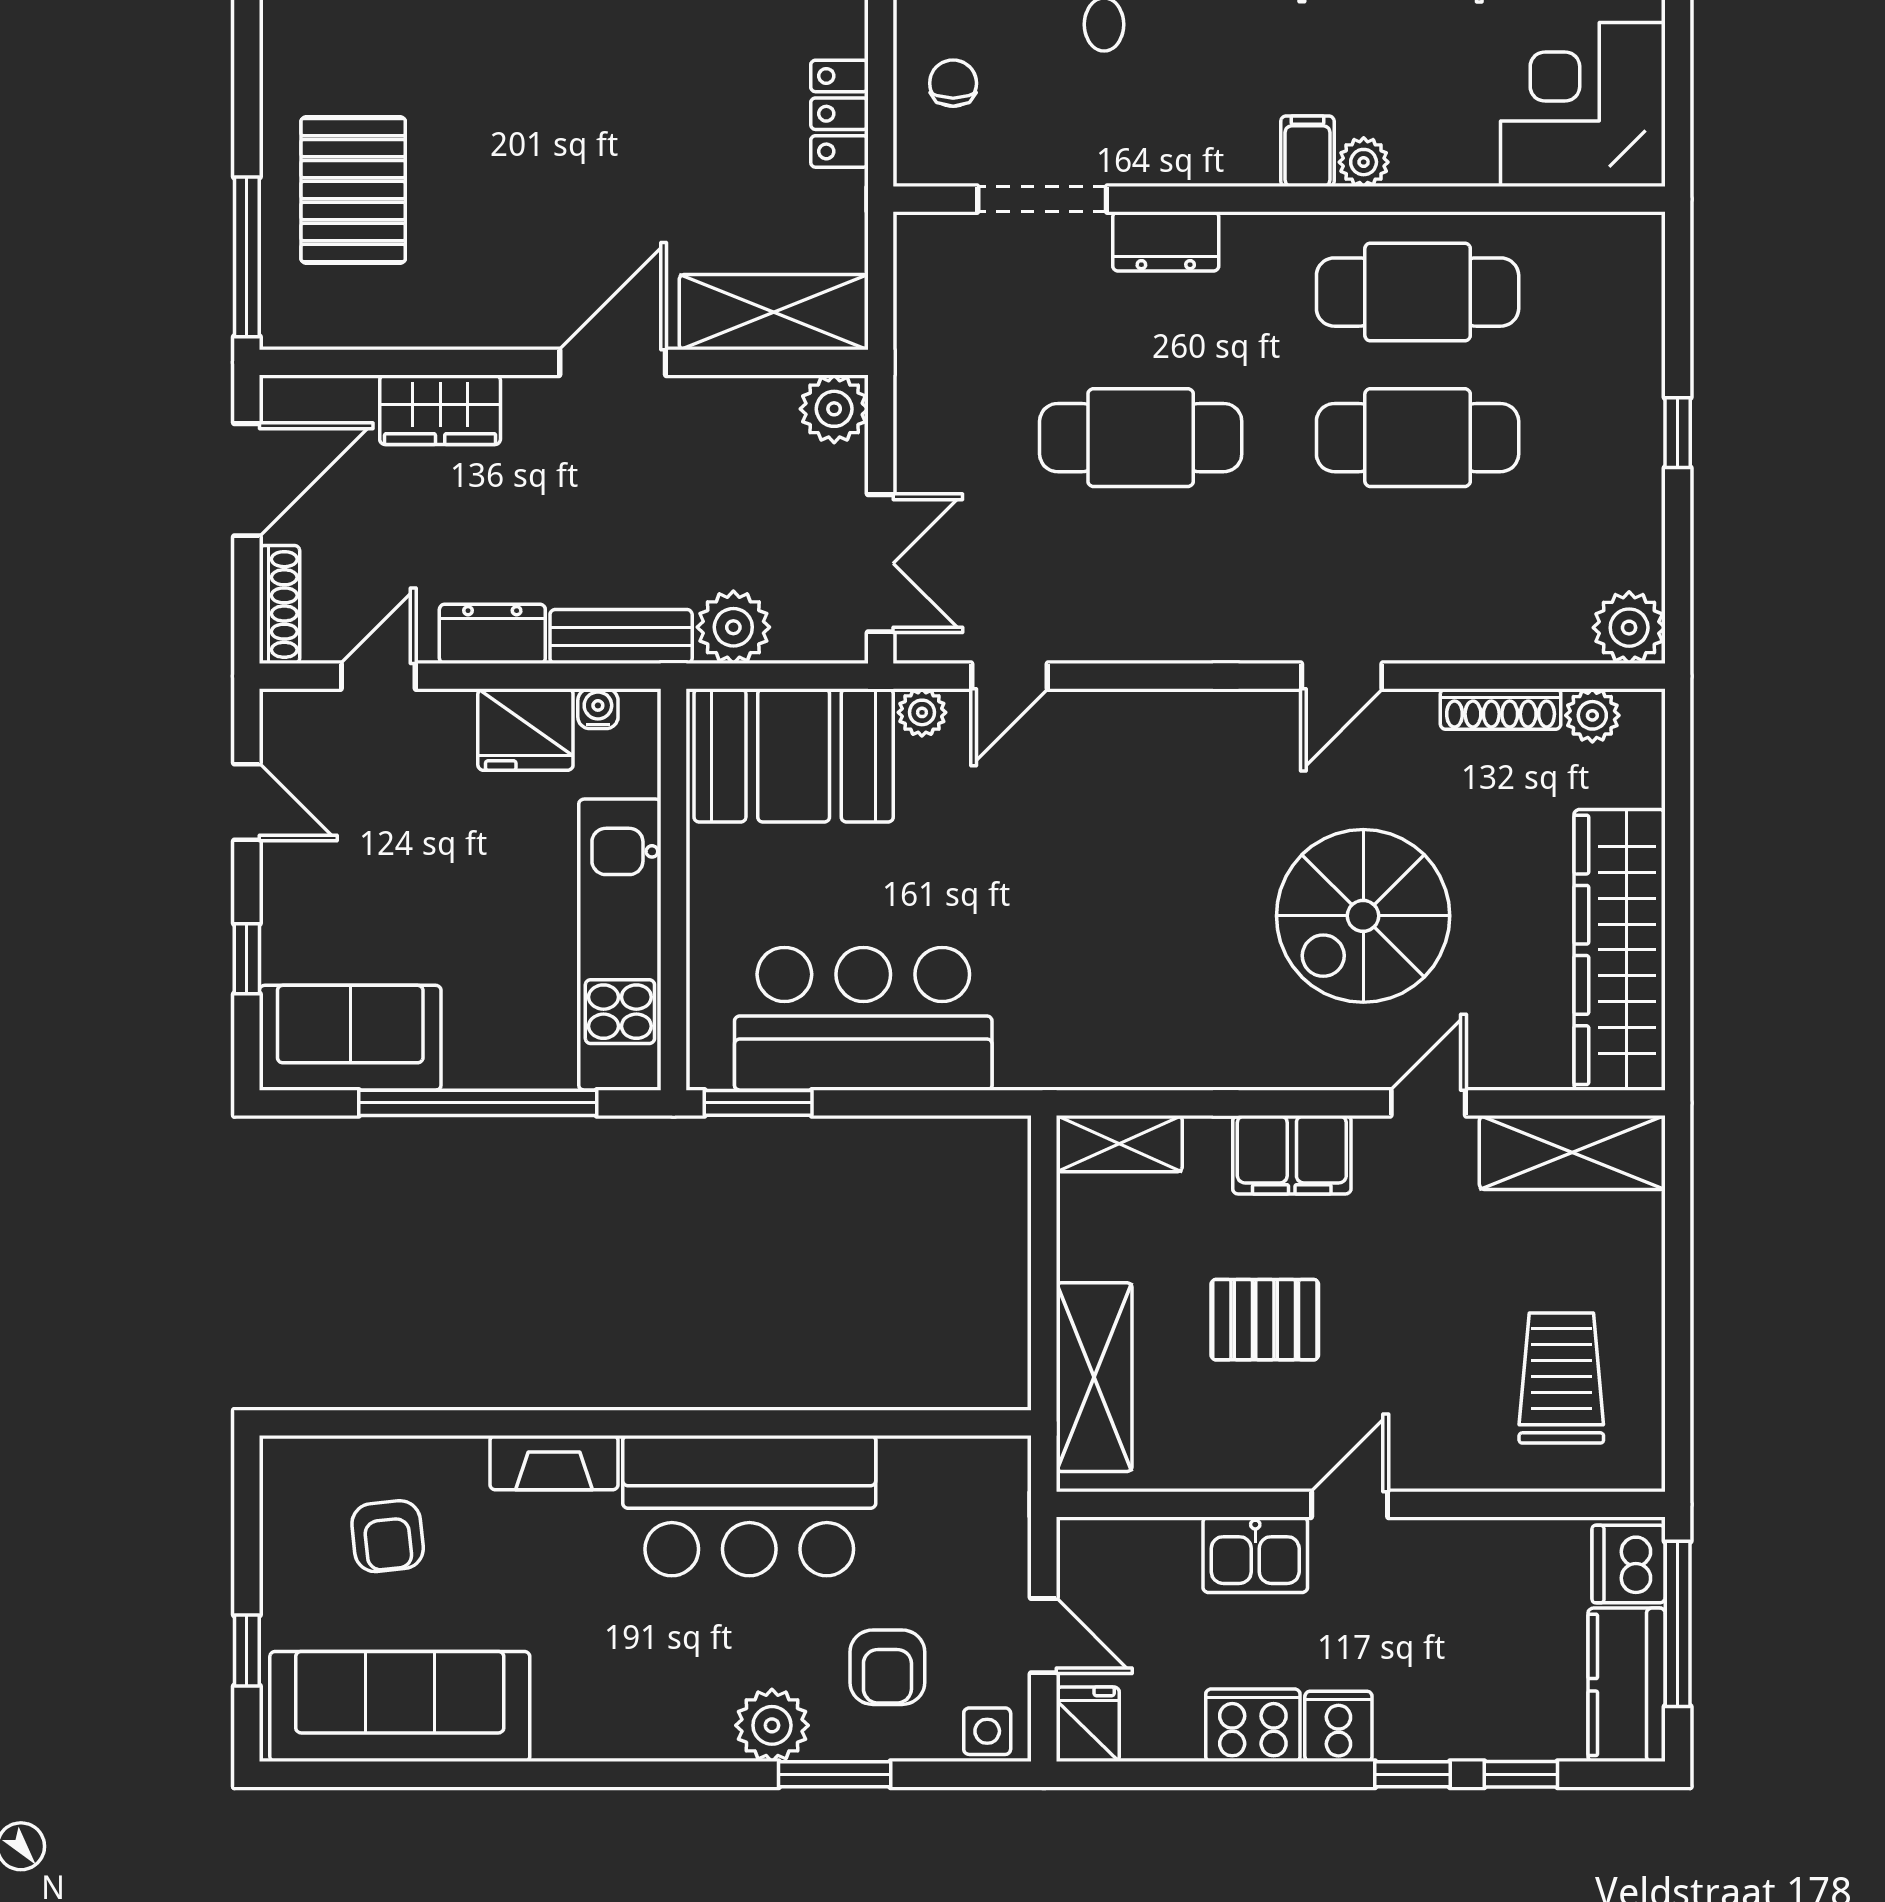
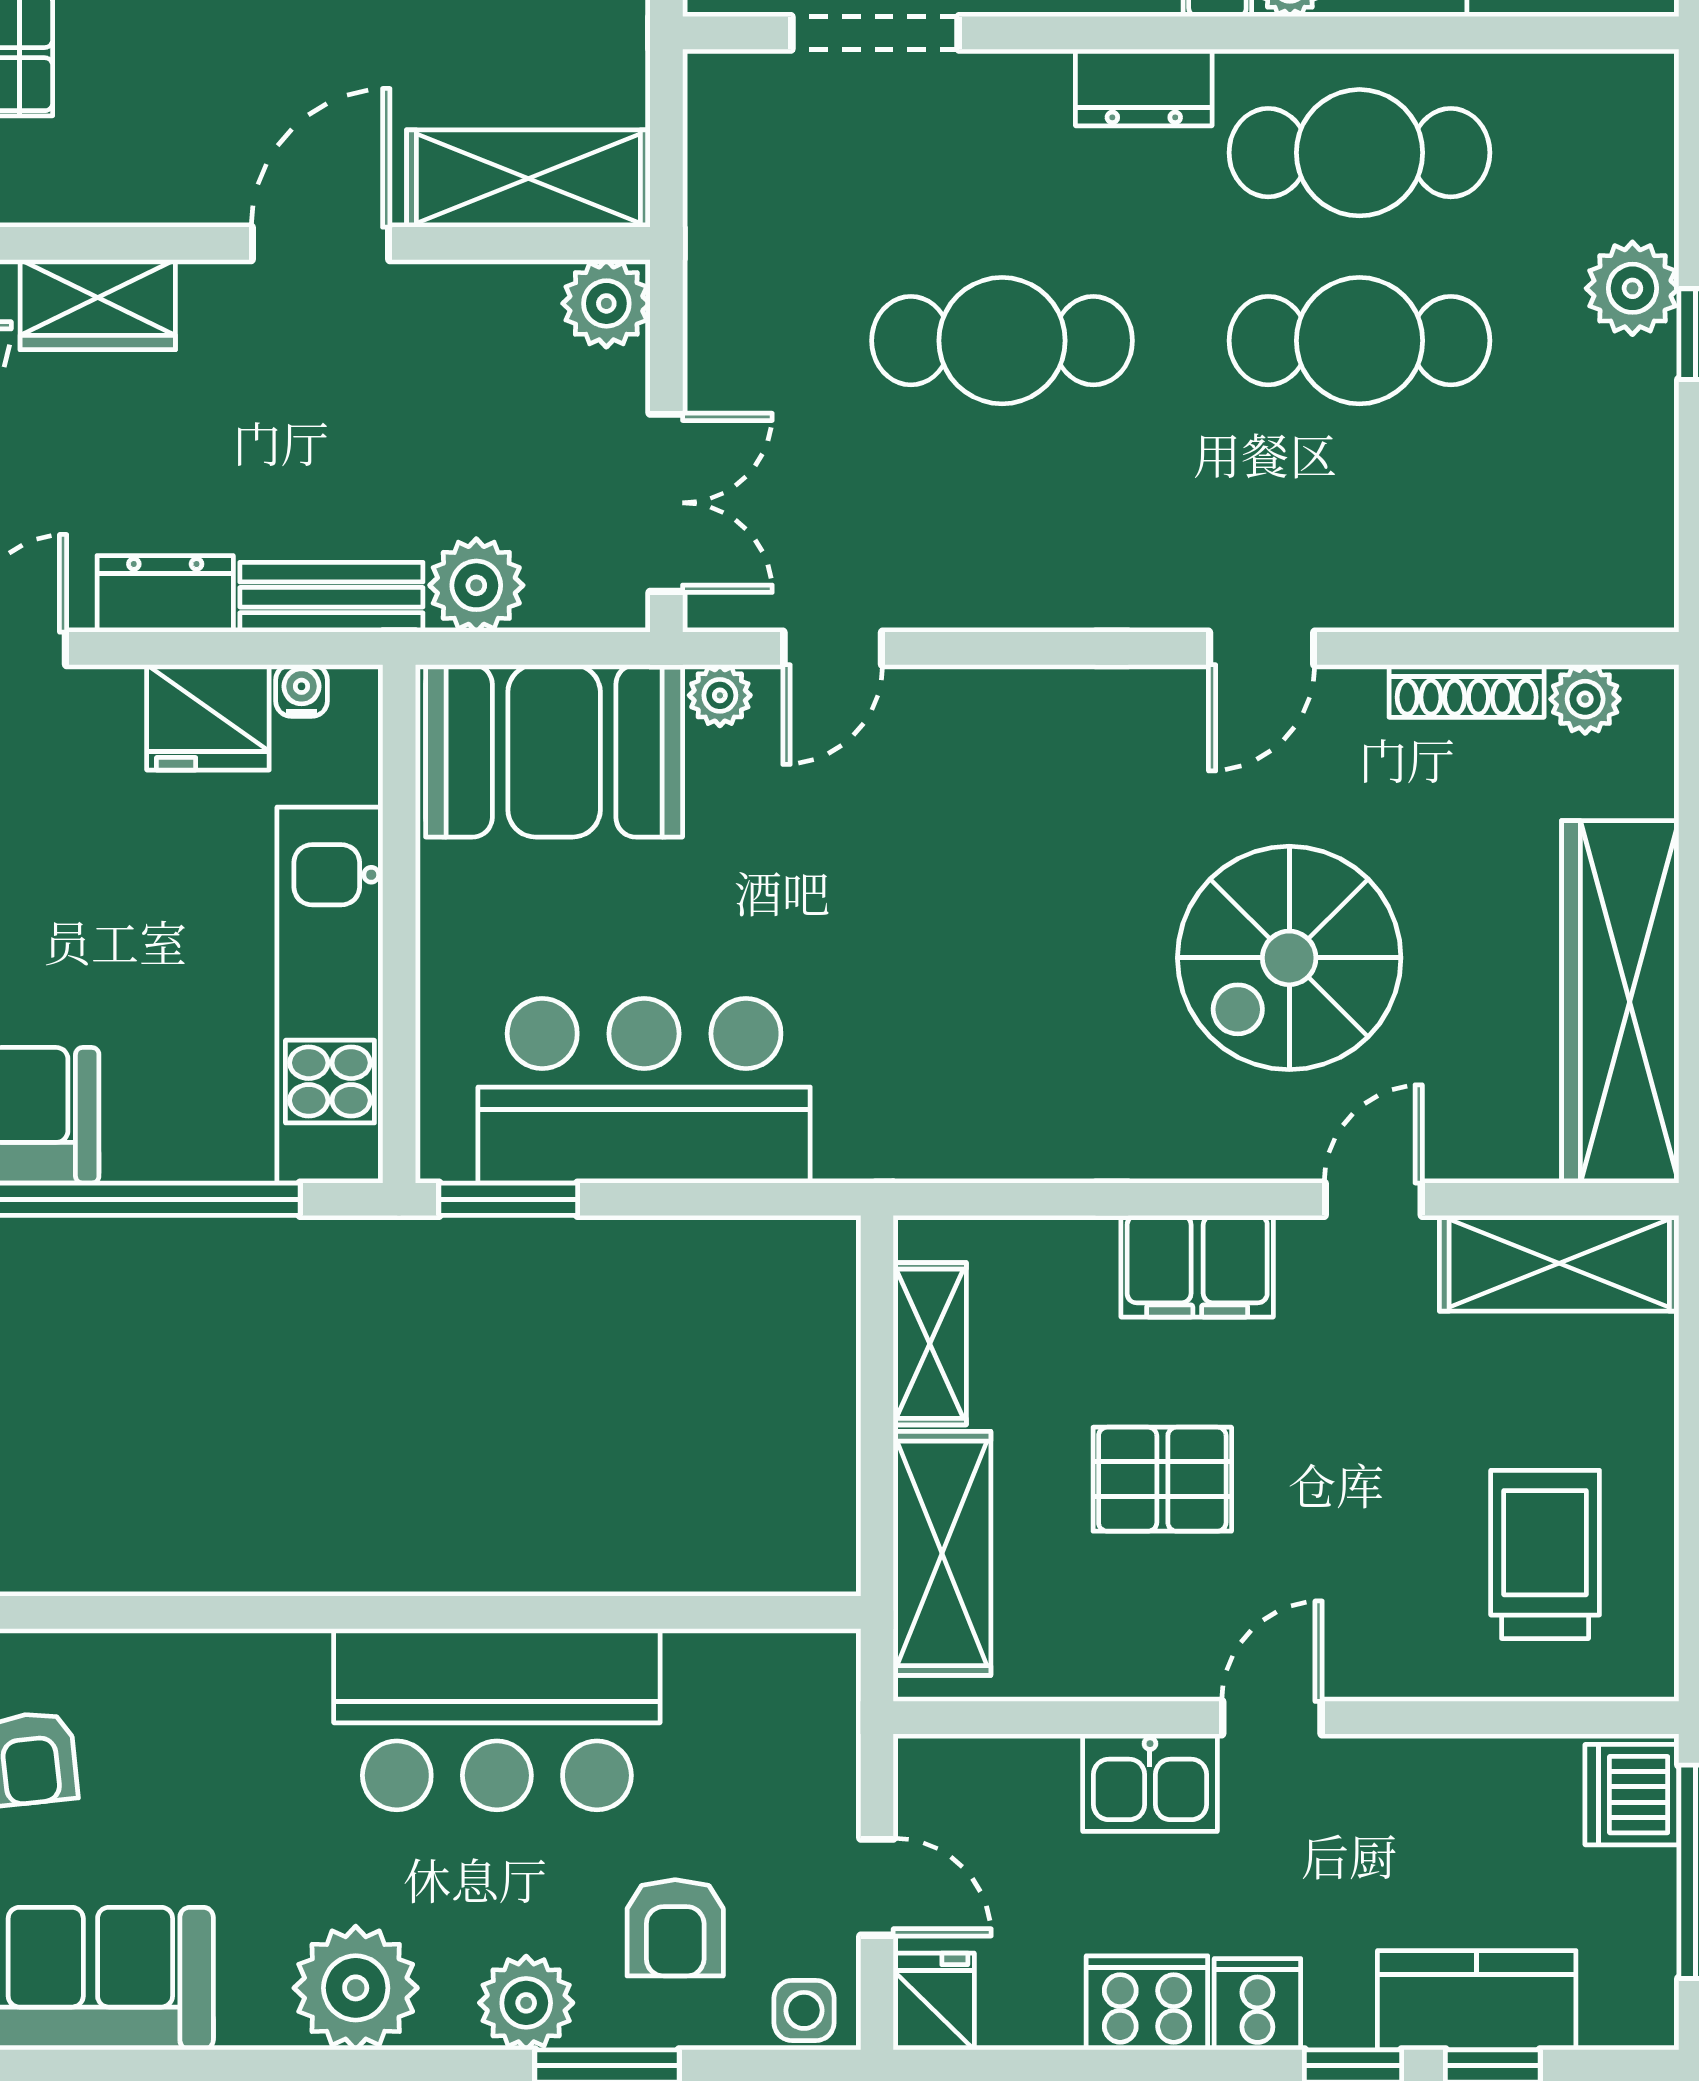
dresser: (1166, 241) -> (1144, 87), moved
plant: (1629, 628) -> (1632, 288), moved
shelving: (1119, 1144) -> (930, 1344), moved, turned 90
fireplace: (554, 1463) -> (245, 1664), removed
kitchen counter: (1627, 1685) -> (1477, 2000), moved, turned 90
plant: (640, 1714) -> (356, 1988), added

